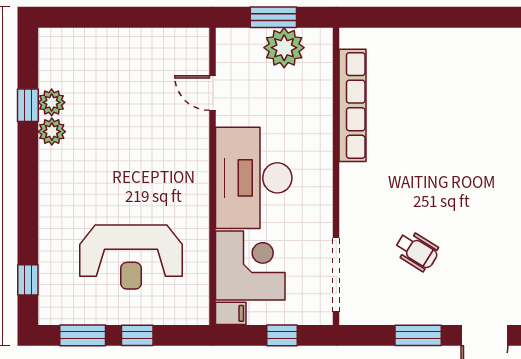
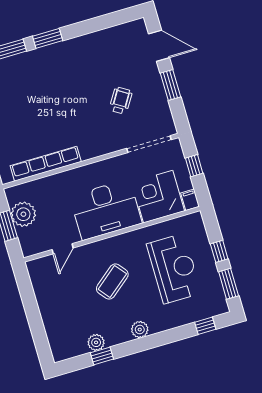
plant: (52, 132) -> (140, 330), moved
coffee table: (139, 155) -> (112, 281), added

